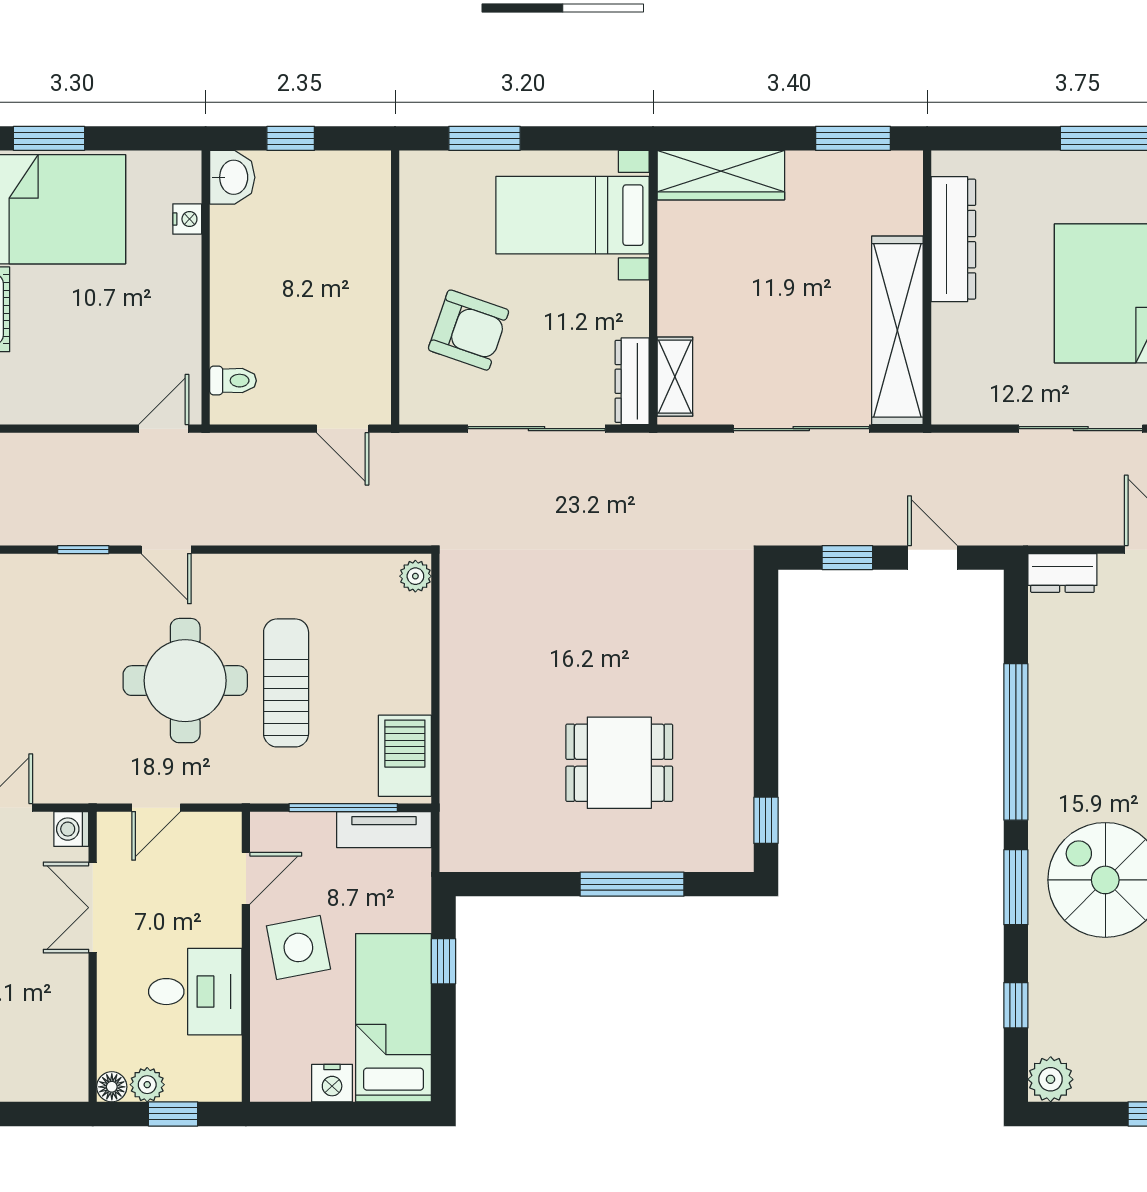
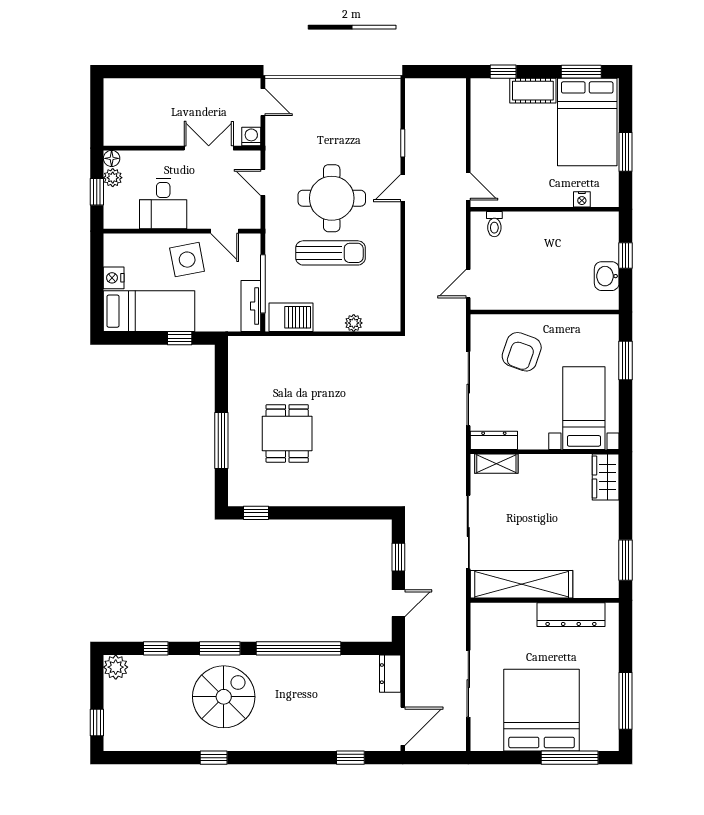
window: (49, 138) -> (626, 152), moved
wardrobe: (721, 175) -> (606, 477), width x0.67
washbasin: (232, 177) -> (607, 276), moved, turned 90
plant: (415, 576) -> (354, 323), moved

